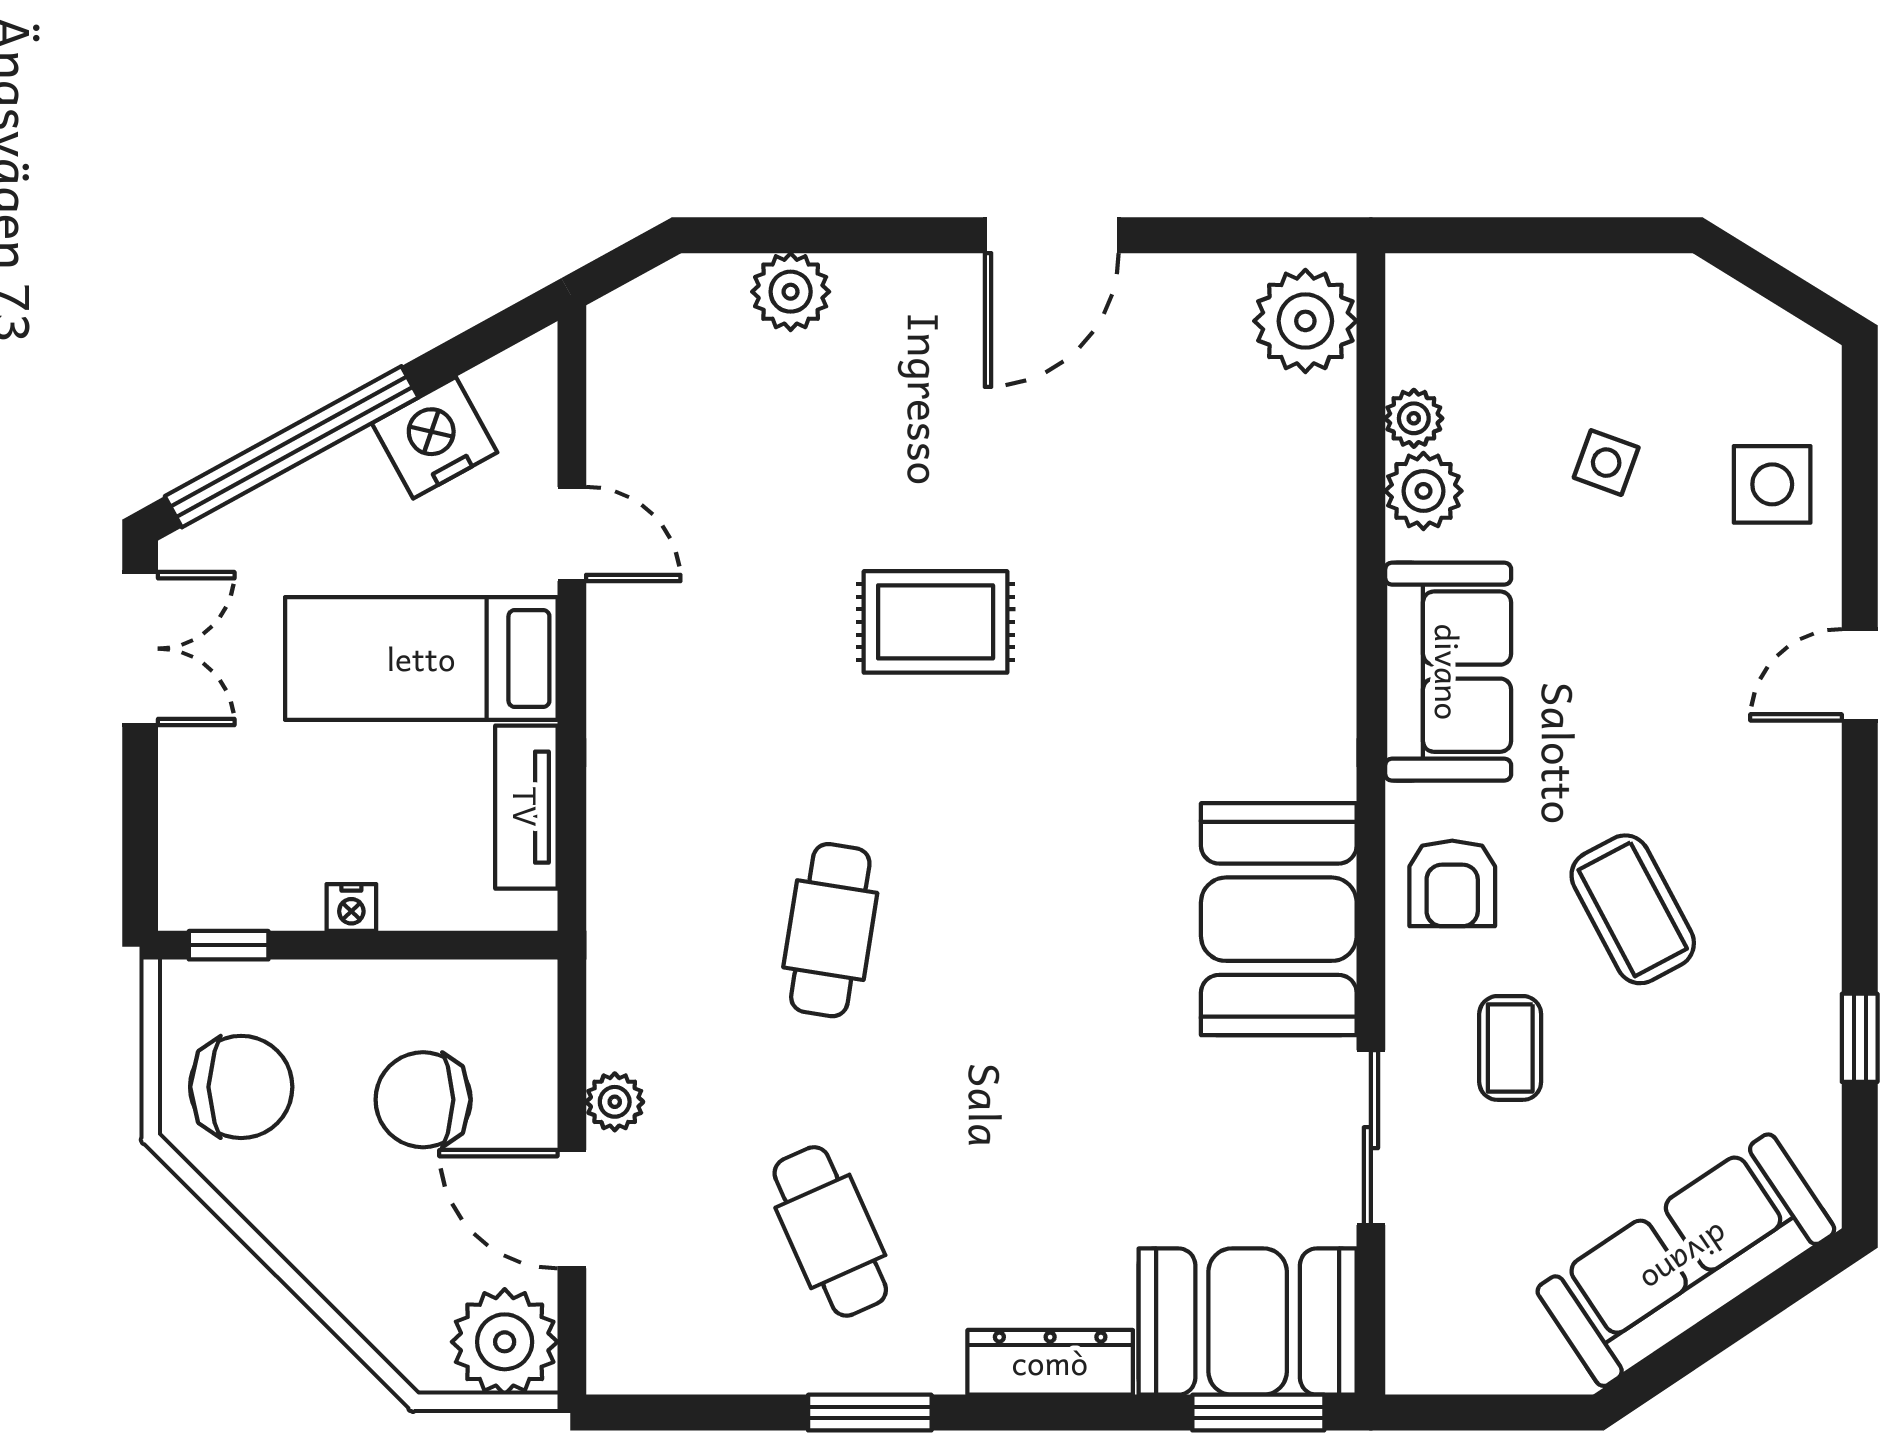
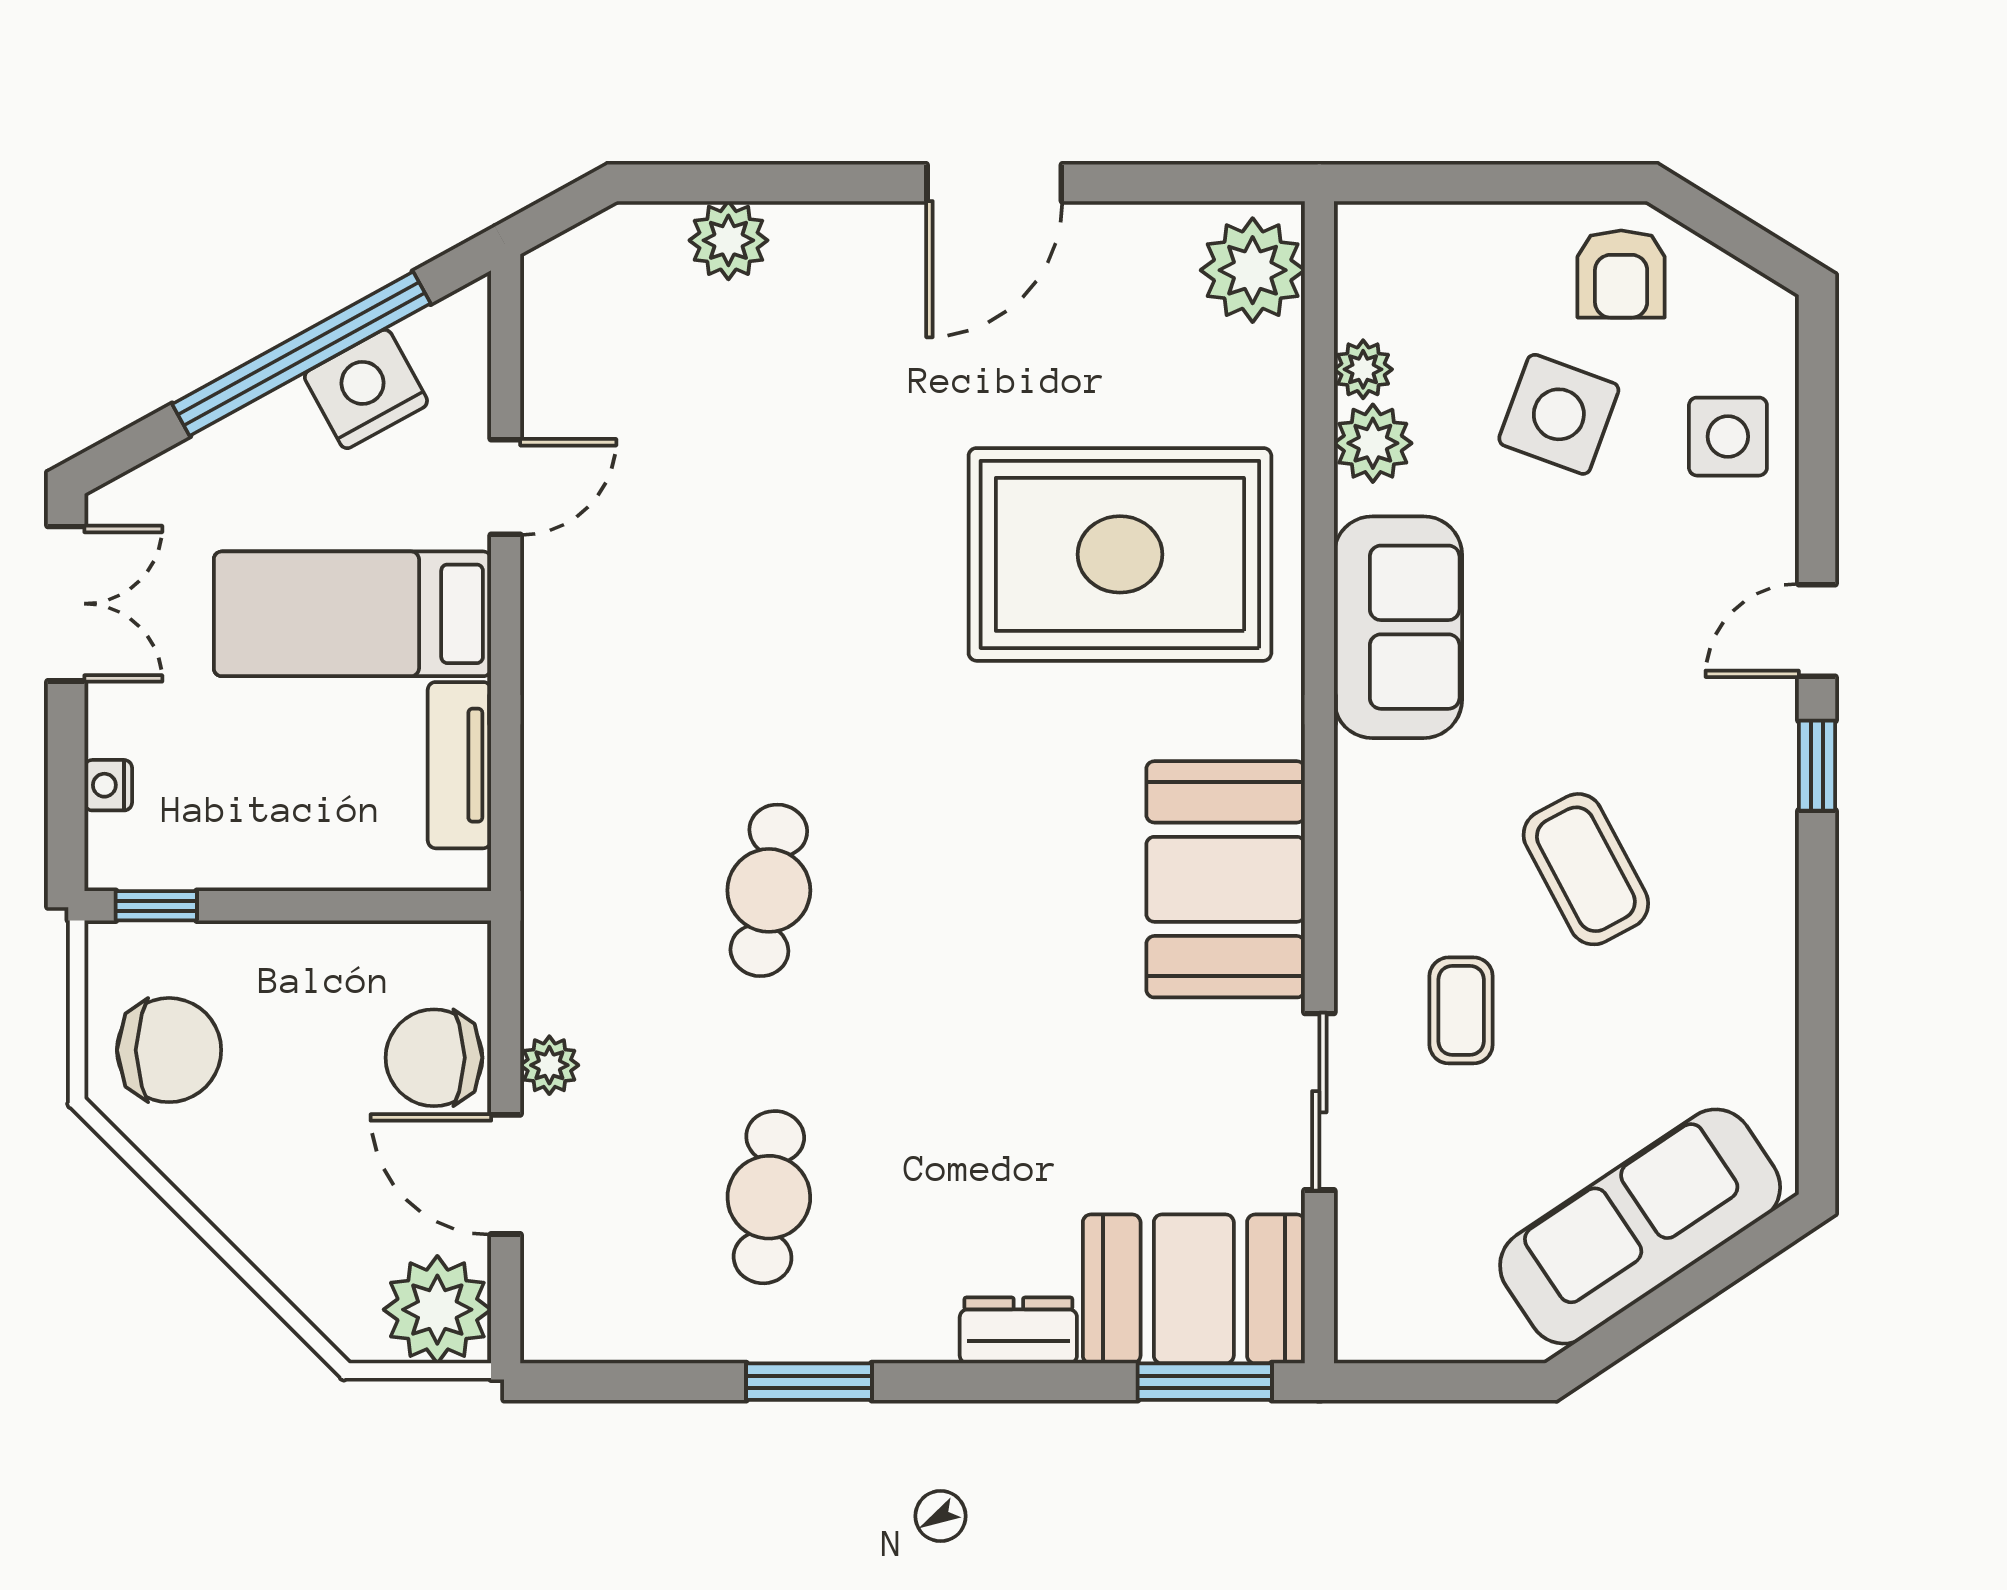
window: (292, 447) -> (301, 354), moved
side table: (1606, 463) -> (1559, 414), width x1.87, depth x1.87
door: (572, 534) -> (506, 487), hinge flipped
rug: (936, 622) -> (1120, 554), moved, width x1.86, depth x2.06
armchair: (1452, 883) -> (1621, 274), moved
nightstand: (351, 908) -> (108, 785), moved, turned 90
window: (1860, 1038) -> (1817, 766), moved
chair: (423, 1100) -> (434, 1058), moved
cafe table: (830, 1231) -> (769, 1197), turned 30
dresser: (1050, 1362) -> (1018, 1330), width x0.70

